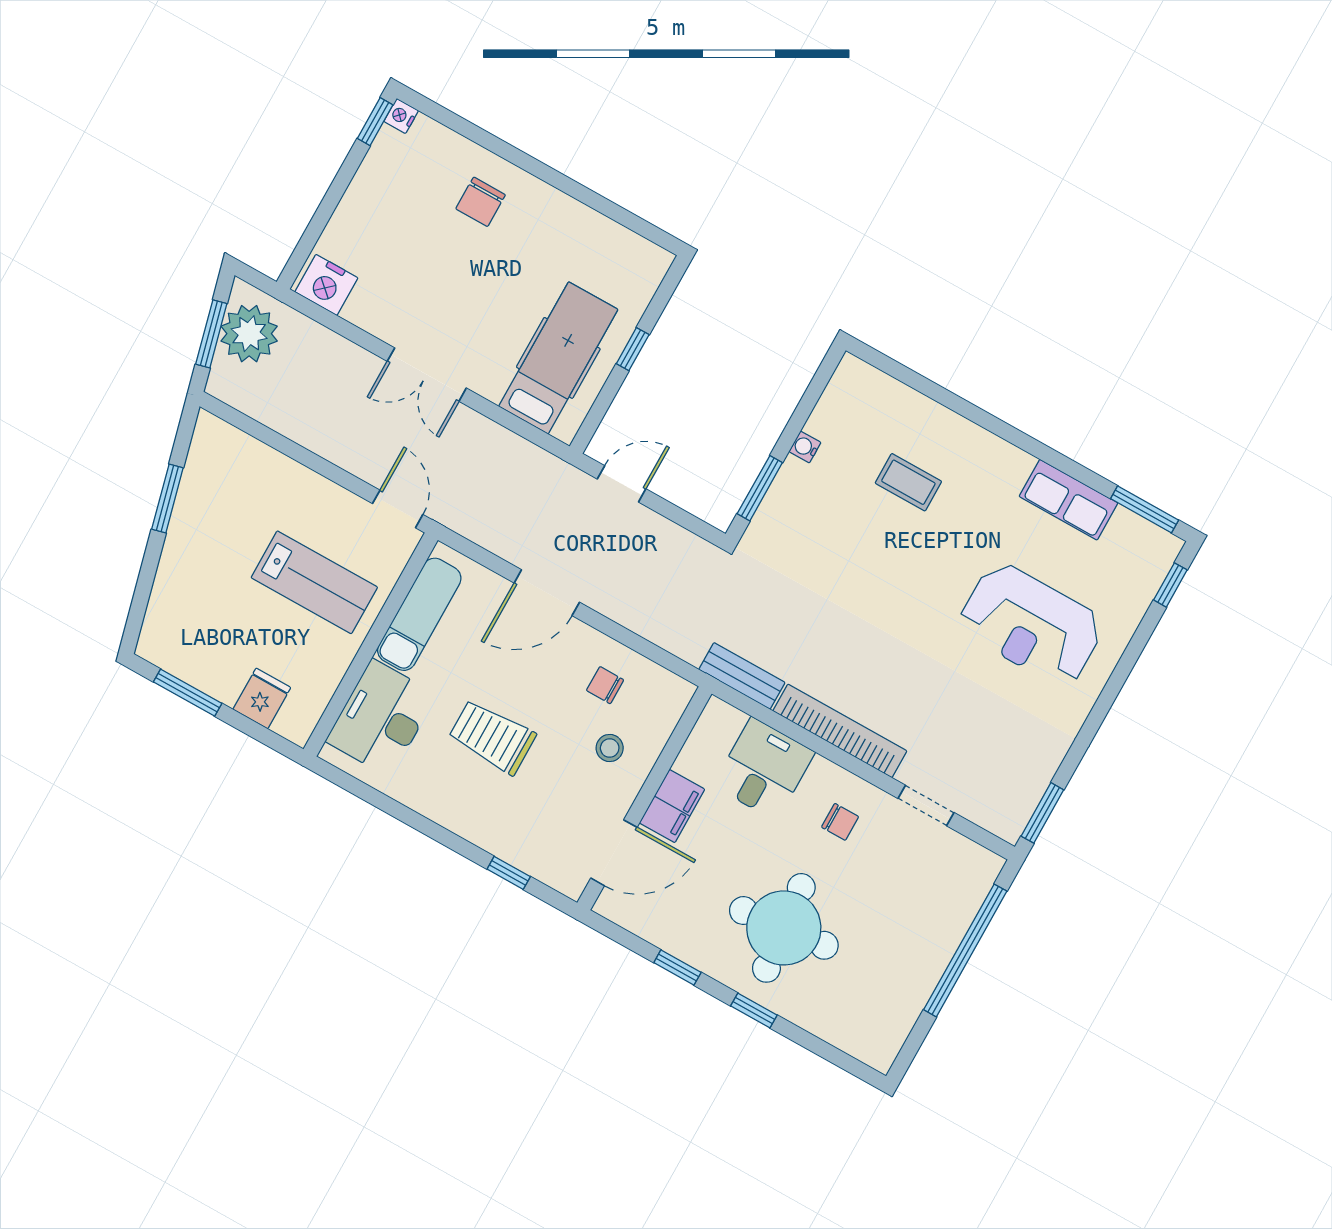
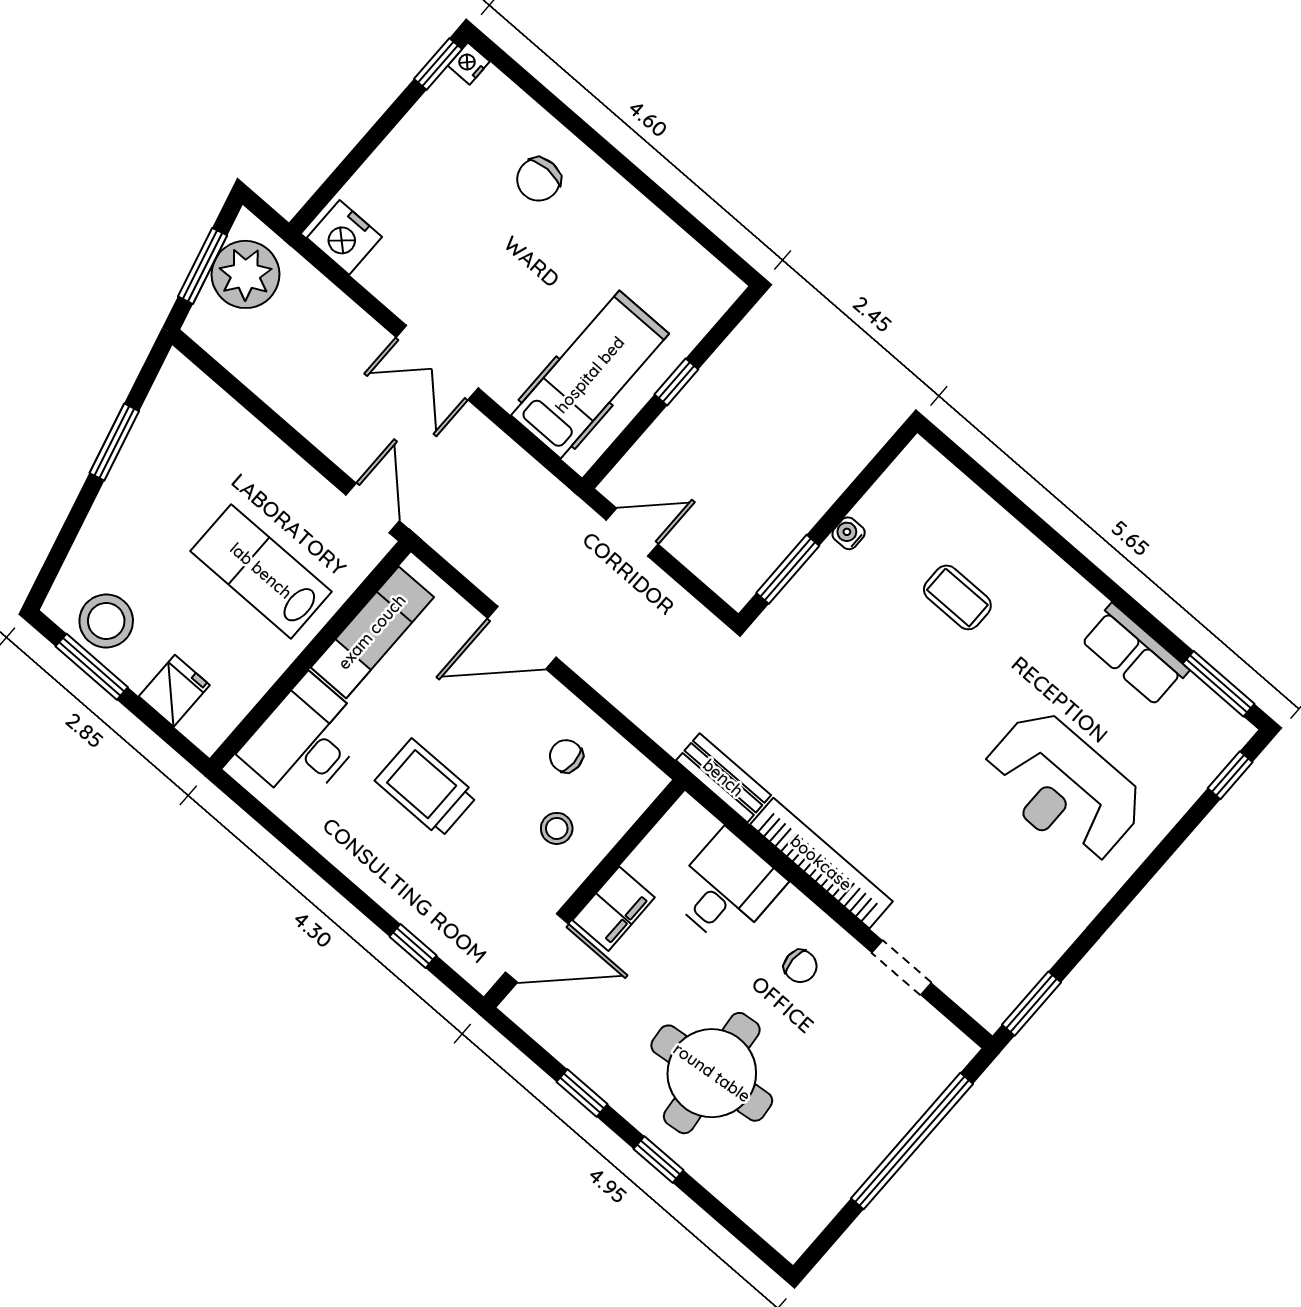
lab bench: (314, 582) -> (261, 571), turned 180
stool: (192, 651) -> (106, 621), added

